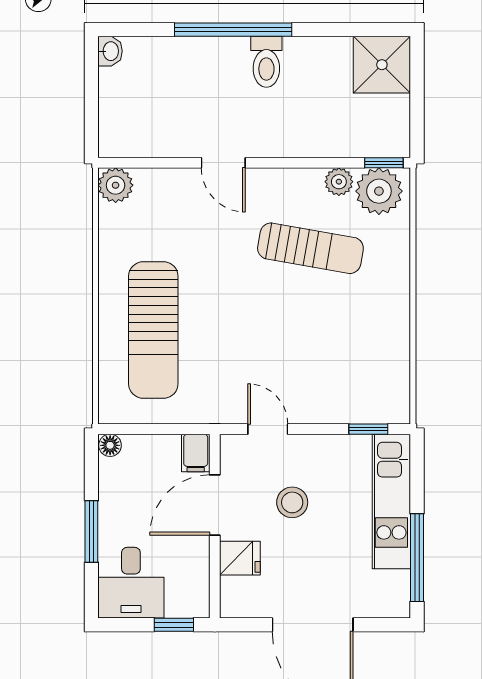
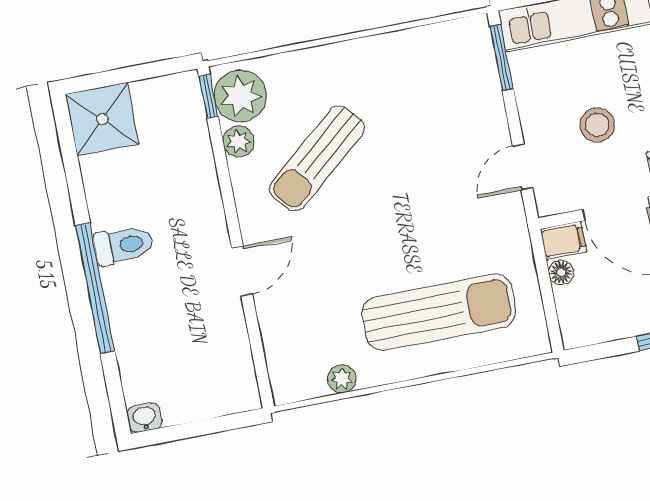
plant: (116, 185) -> (342, 379), moved, width x0.73, depth x0.73
sun lounger: (310, 248) -> (317, 158), turned -140
window: (368, 429) -> (502, 58), width x1.50
floor lamp: (110, 445) -> (561, 272), moved

